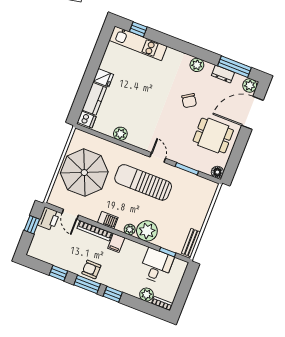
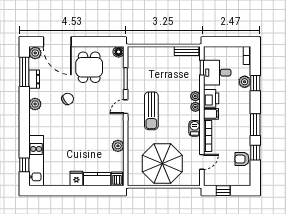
sun lounger: (143, 182) -> (151, 111), width x0.73, depth x0.75
printer: (49, 219) -> (211, 98), moved, turned 90
plant: (147, 231) -> (195, 96), width x0.53, depth x0.53
armchair: (91, 269) -> (242, 159), moved, turned 89
window: (113, 294) -> (255, 83), moved
plant: (146, 295) -> (245, 82), moved

